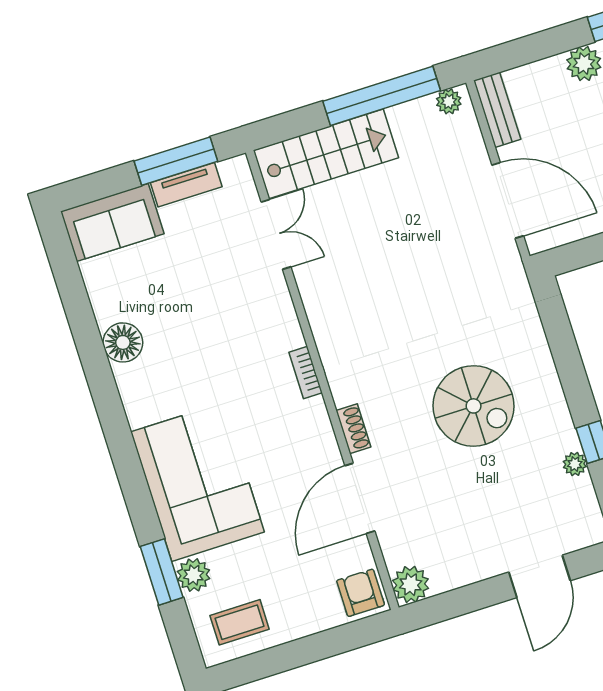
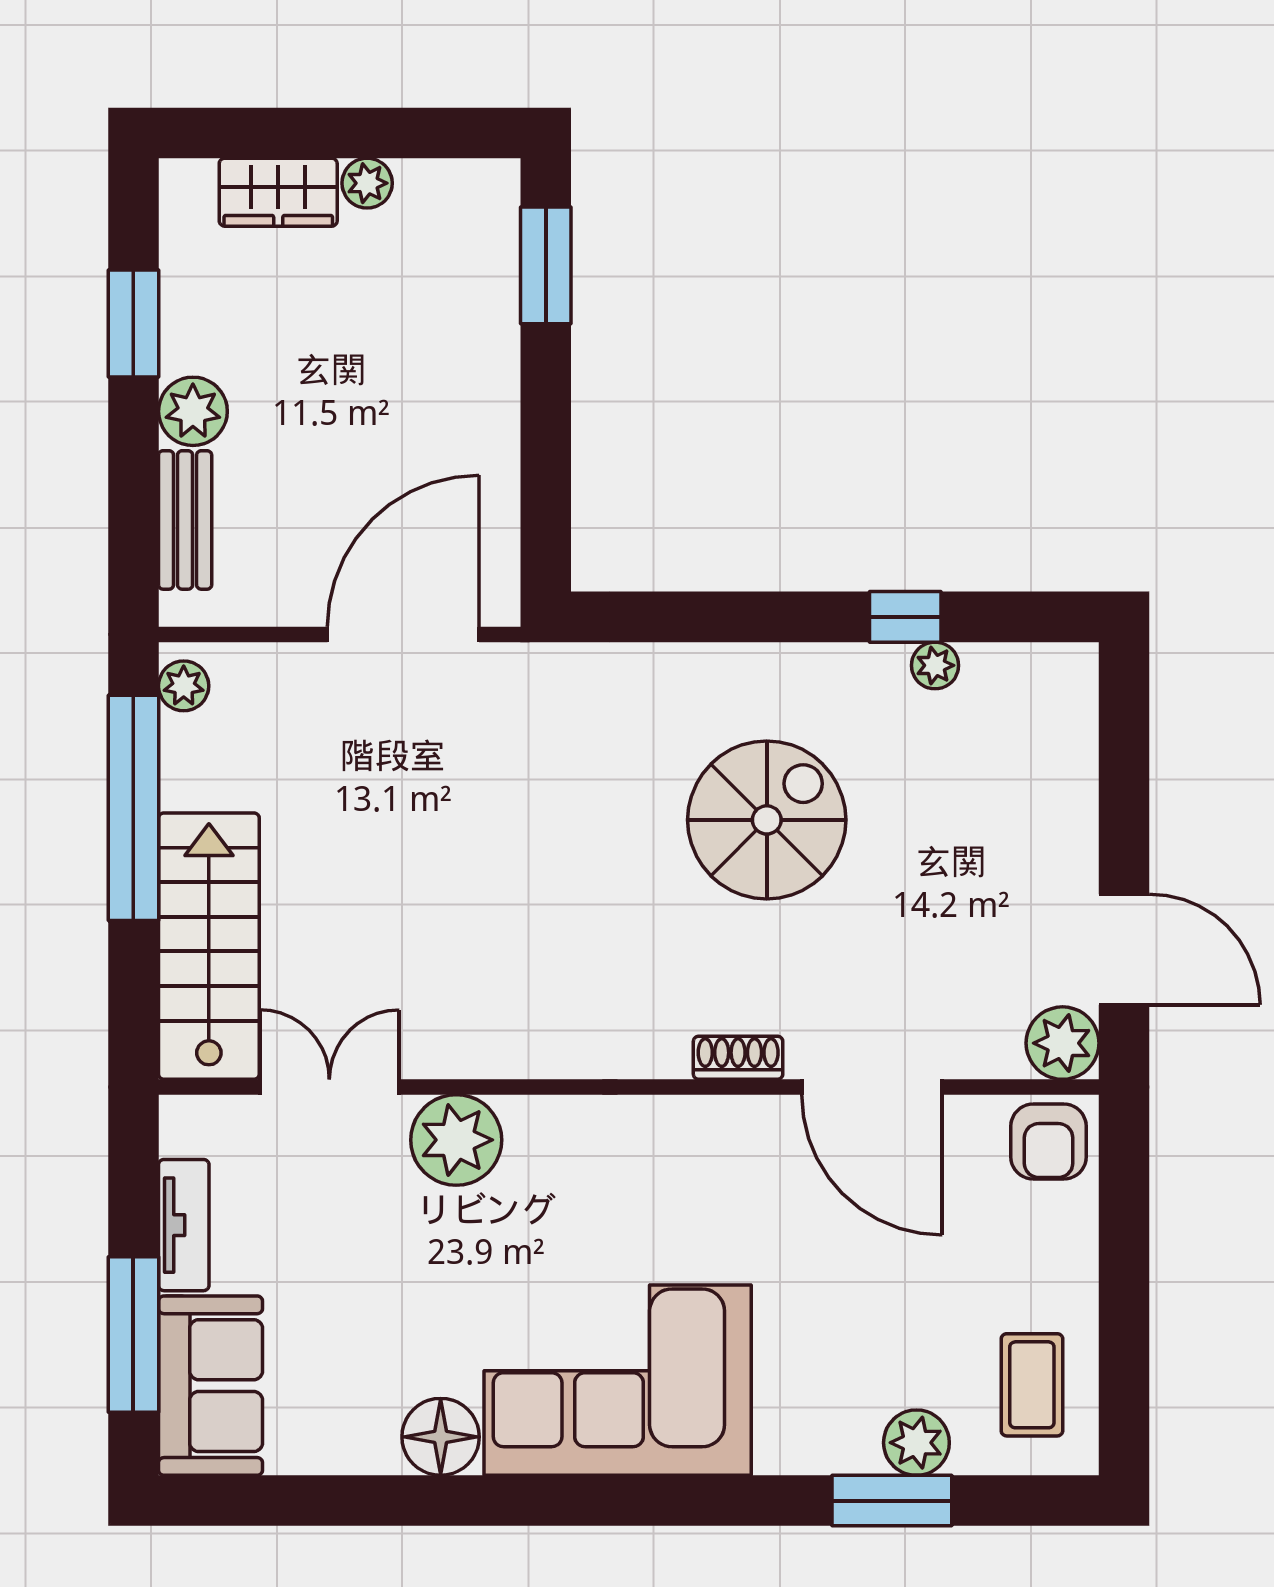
bench: (497, 110) -> (185, 520), moved, turned 90
window: (176, 161) -> (133, 1334), moved
plant: (270, 304) -> (456, 1140), added
bookcase: (306, 372) -> (605, 1114), removed
corner sofa: (198, 482) -> (618, 1380), moved
door: (540, 576) -> (1124, 949), moved
armchair: (361, 593) -> (1049, 1142), turned -90

